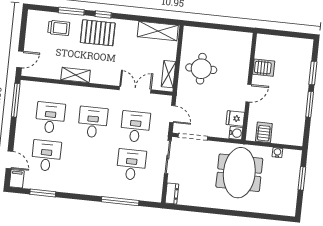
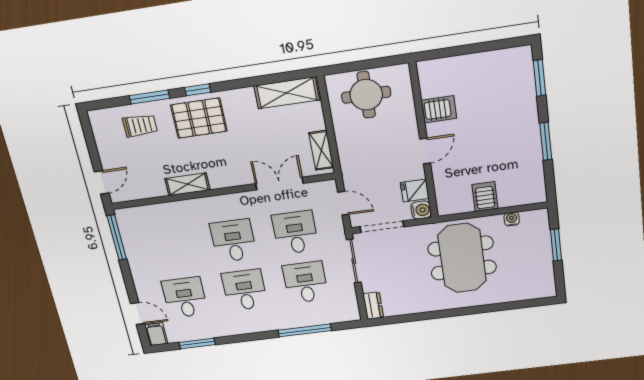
server rack: (264, 68) -> (439, 109), moved
round table: (201, 69) -> (366, 95), moved
window: (313, 73) -> (539, 78), moved
wall: (249, 87) -> (424, 142), moved
door: (248, 93) -> (425, 151), moved
desk: (50, 118) -> (245, 290), moved
fridge: (235, 118) -> (415, 191), moved
water cooler: (236, 133) -> (421, 210), moved

